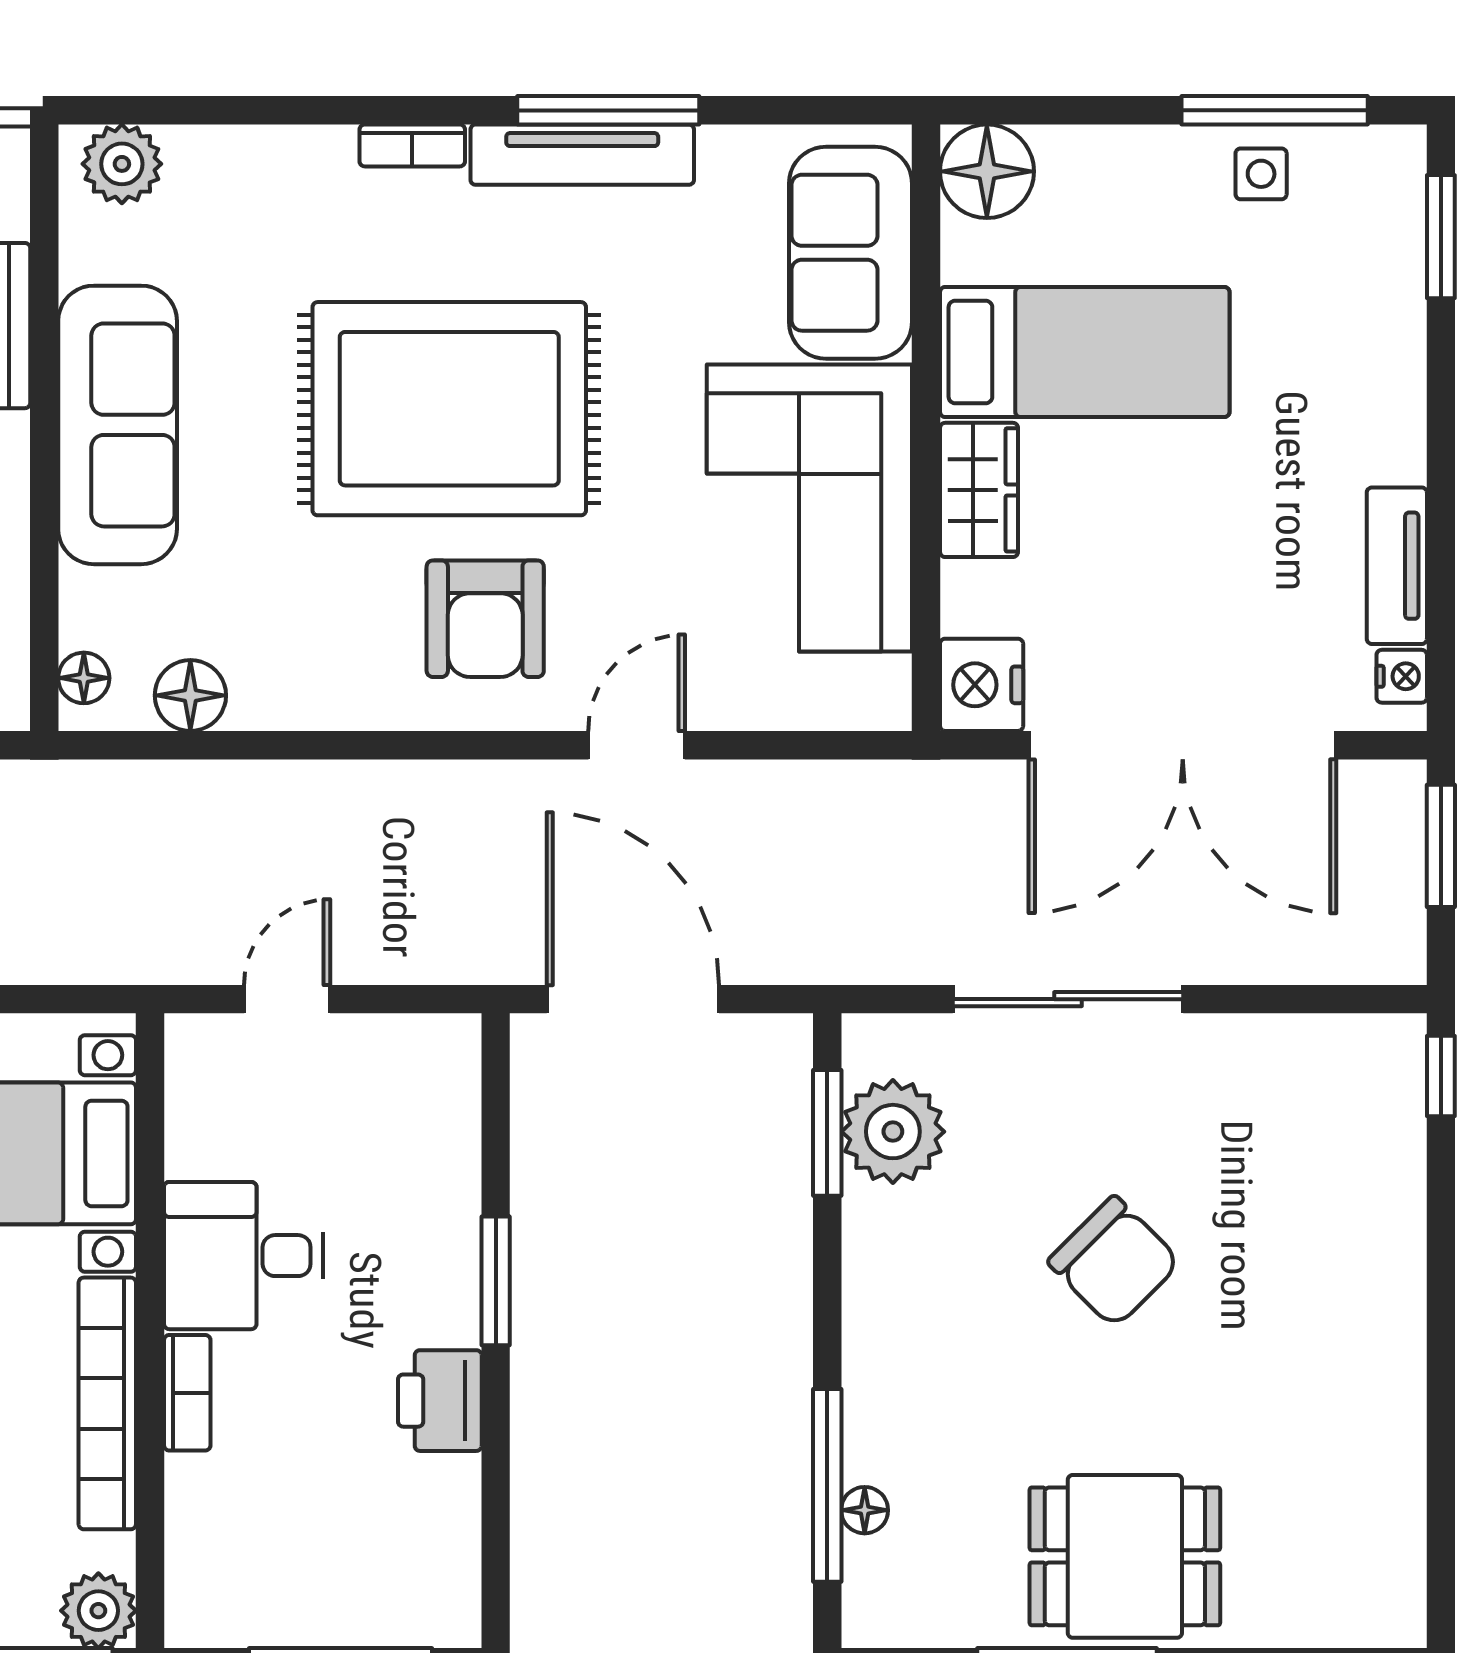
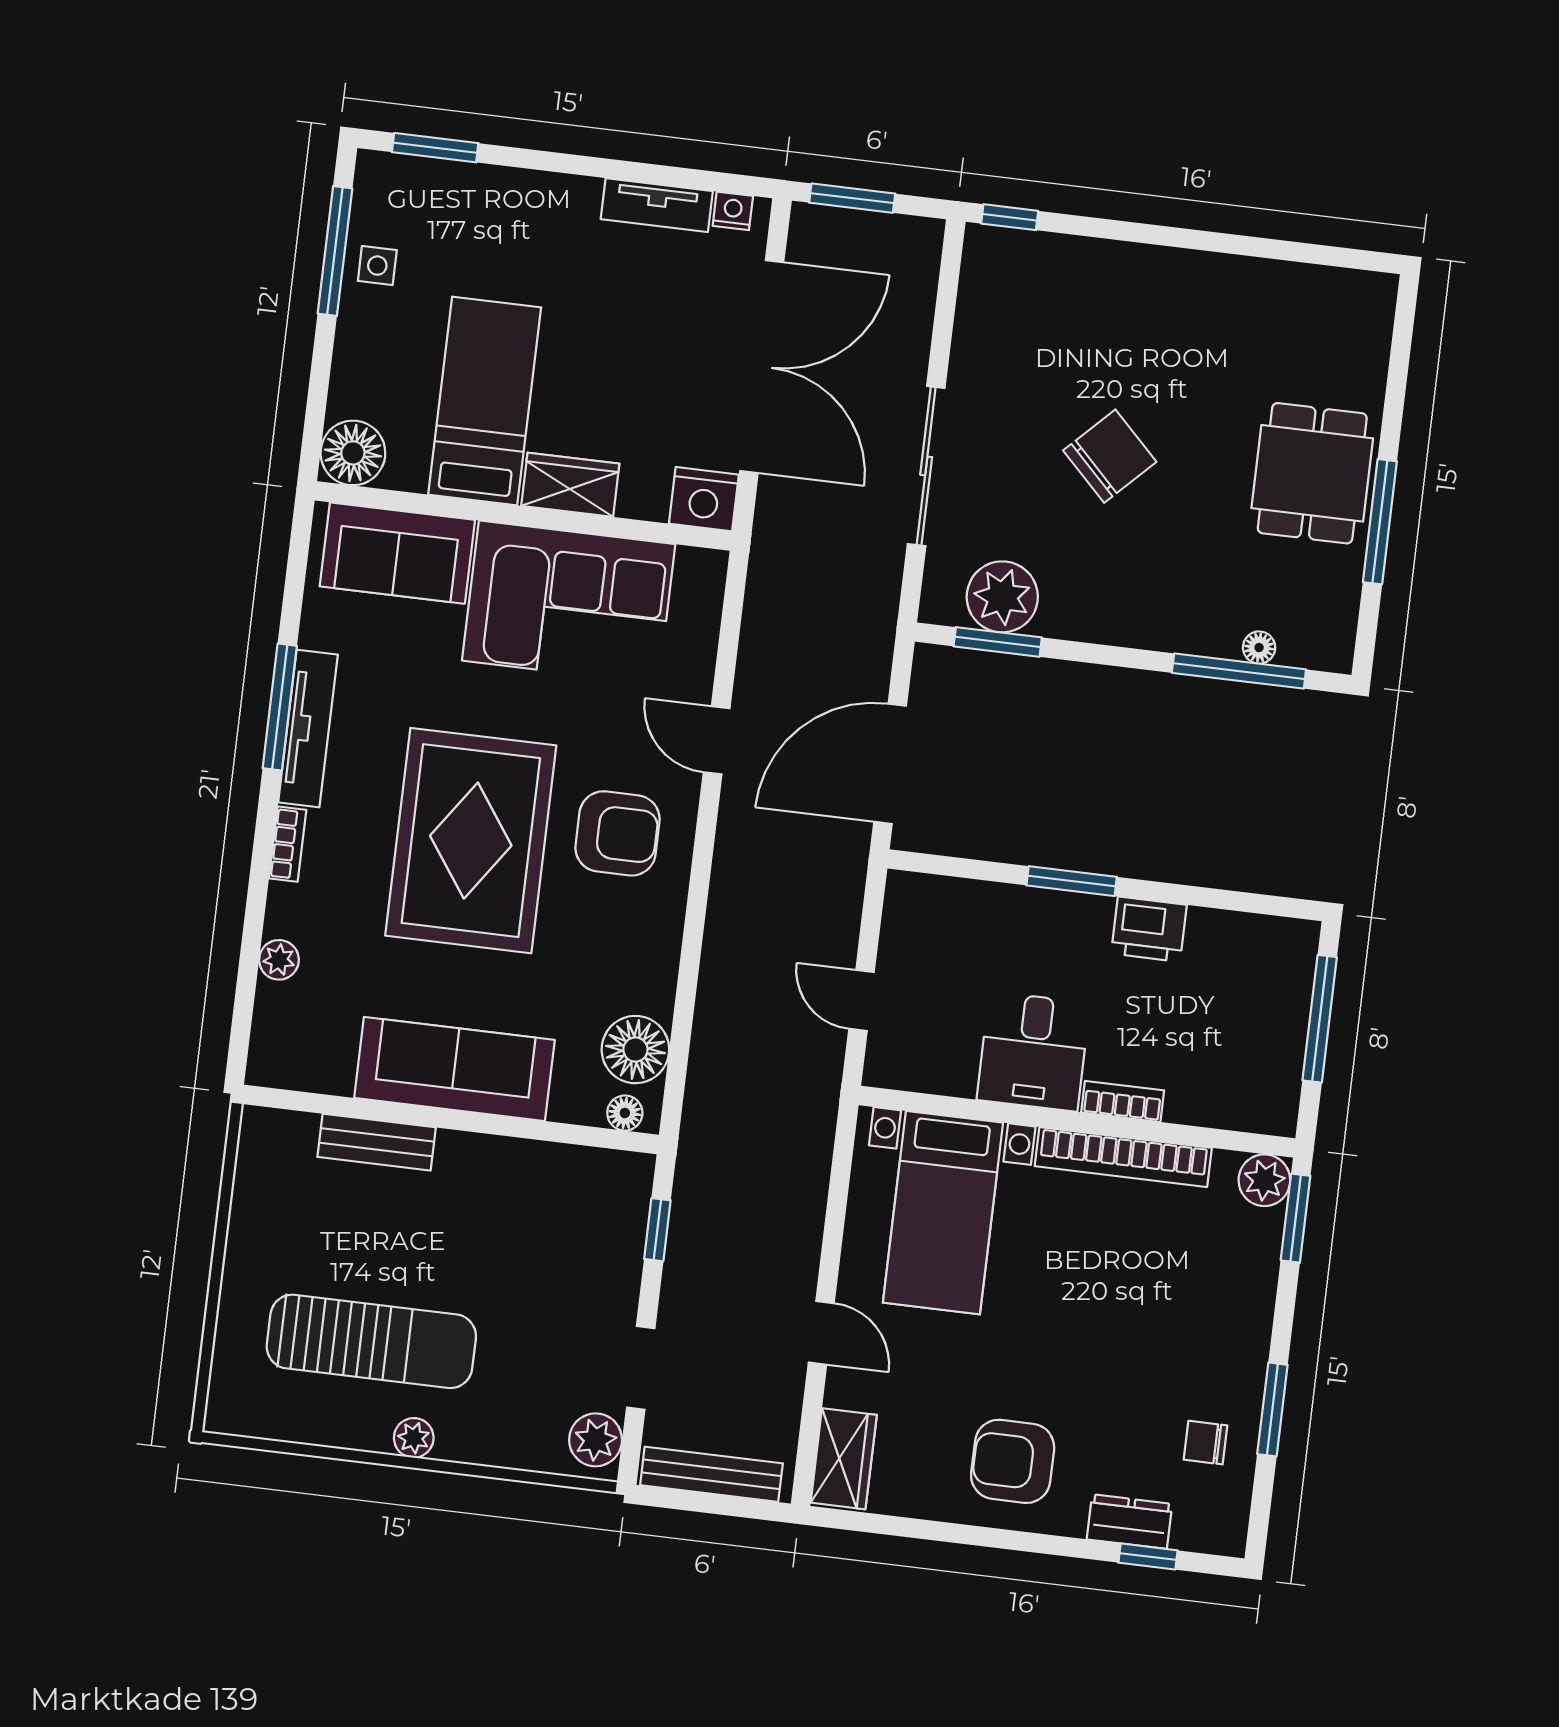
plant: (122, 164) -> (279, 960), moved, width x0.73, depth x0.73
floor lamp: (190, 695) -> (635, 1050), width x1.38, depth x1.38

